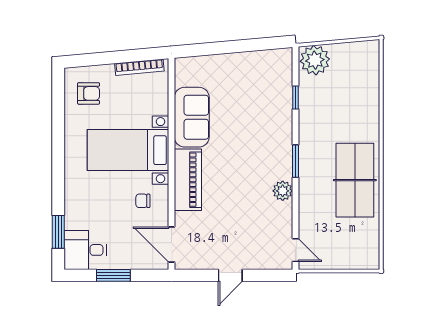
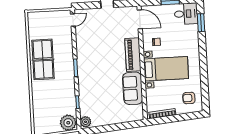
plant: (283, 191) -> (86, 122), moved
door: (295, 250) -> (73, 20), swing flipped

